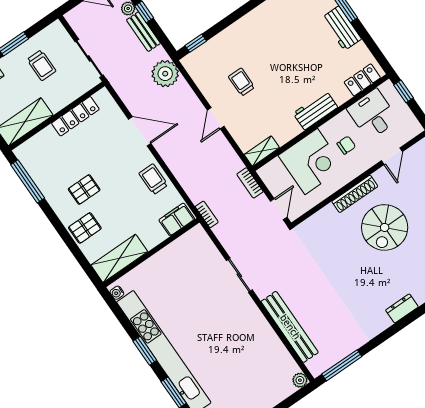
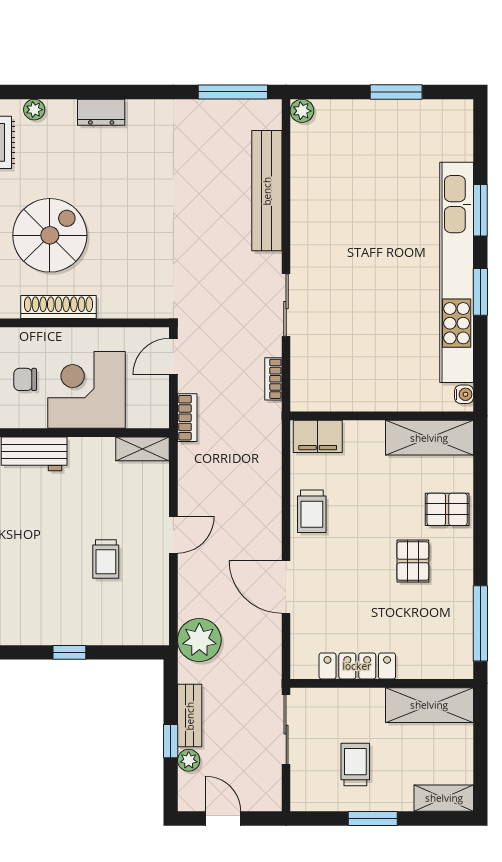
window: (196, 43) -> (69, 652), moved
pallet: (84, 189) -> (413, 561), turned 90
bookcase: (207, 214) -> (273, 379), moved

